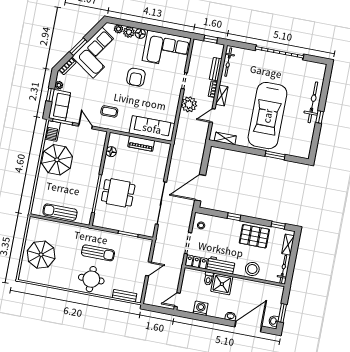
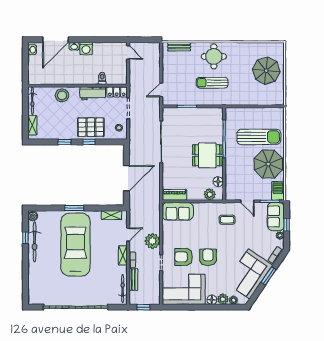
garage door: (279, 52) -> (75, 307), width x1.36
armchair: (161, 82) -> (184, 257), added
bicycle: (313, 102) -> (35, 242), moved
window: (320, 117) -> (25, 238), moved
sofa: (152, 128) -> (178, 211), width x0.73
plant: (122, 140) -> (210, 194), added
piano: (141, 144) -> (174, 195), moved
boiler: (305, 153) -> (33, 216), added
window: (275, 155) -> (74, 208), moved
door: (200, 188) -> (127, 178), moved
dining table: (118, 193) -> (207, 155), moved
sun lounger: (60, 212) -> (259, 137), moved, width x1.36, depth x1.34
window: (278, 225) -> (65, 142), moved
pallet: (254, 236) -> (91, 127), moved
door: (148, 269) -> (161, 90), moved
shower: (222, 284) -> (88, 75), removed
door: (177, 300) -> (128, 52), hinge flipped
washing machine: (201, 308) -> (86, 48), moved
window: (282, 313) -> (25, 59), removed

